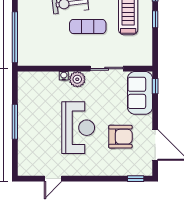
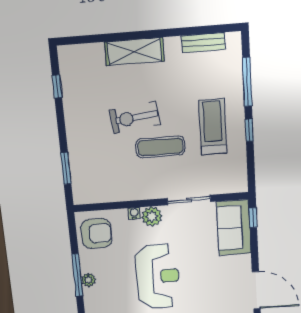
window: (15, 37) -> (66, 168), width x0.47
plant: (23, 126) -> (88, 280), added
armchair: (120, 137) -> (96, 233), moved

